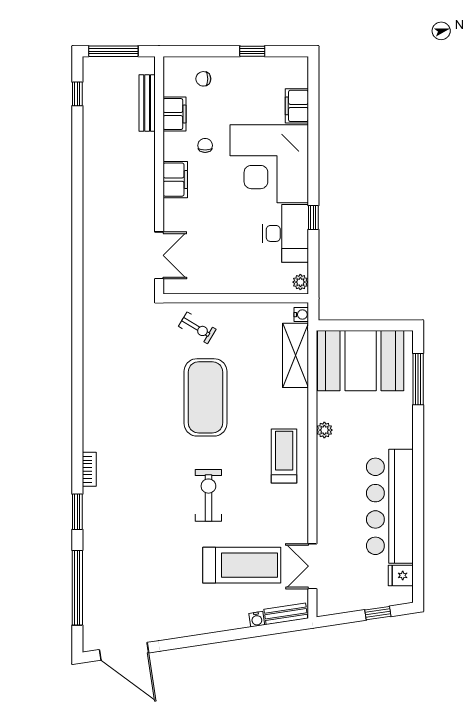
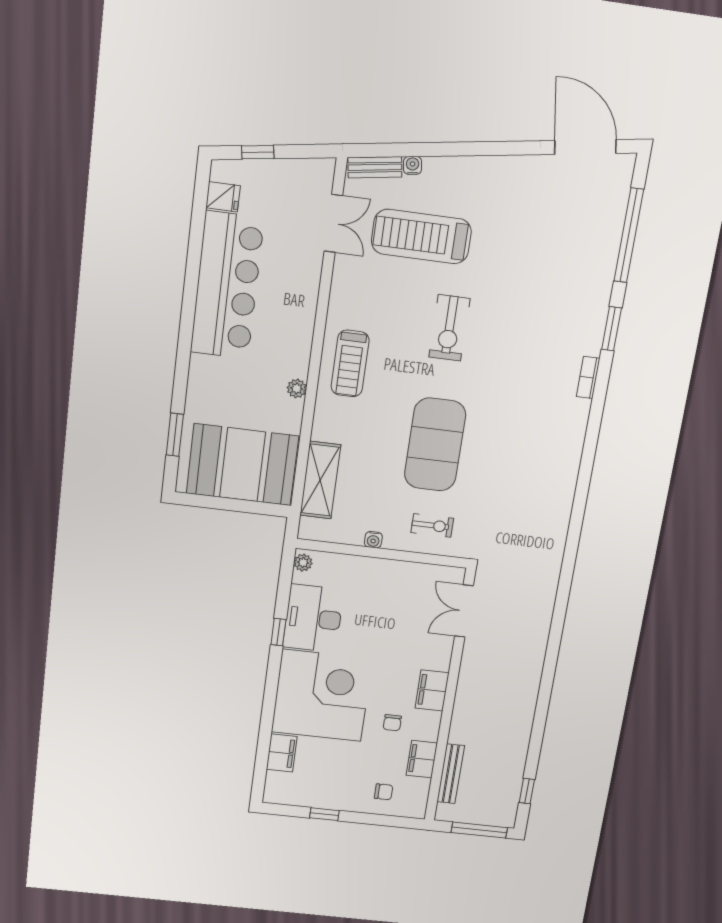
water cooler: (301, 315) -> (373, 540), moved, turned -90
exercise bike: (197, 328) -> (432, 525), turned 149
window: (418, 379) -> (175, 435), width x0.69

